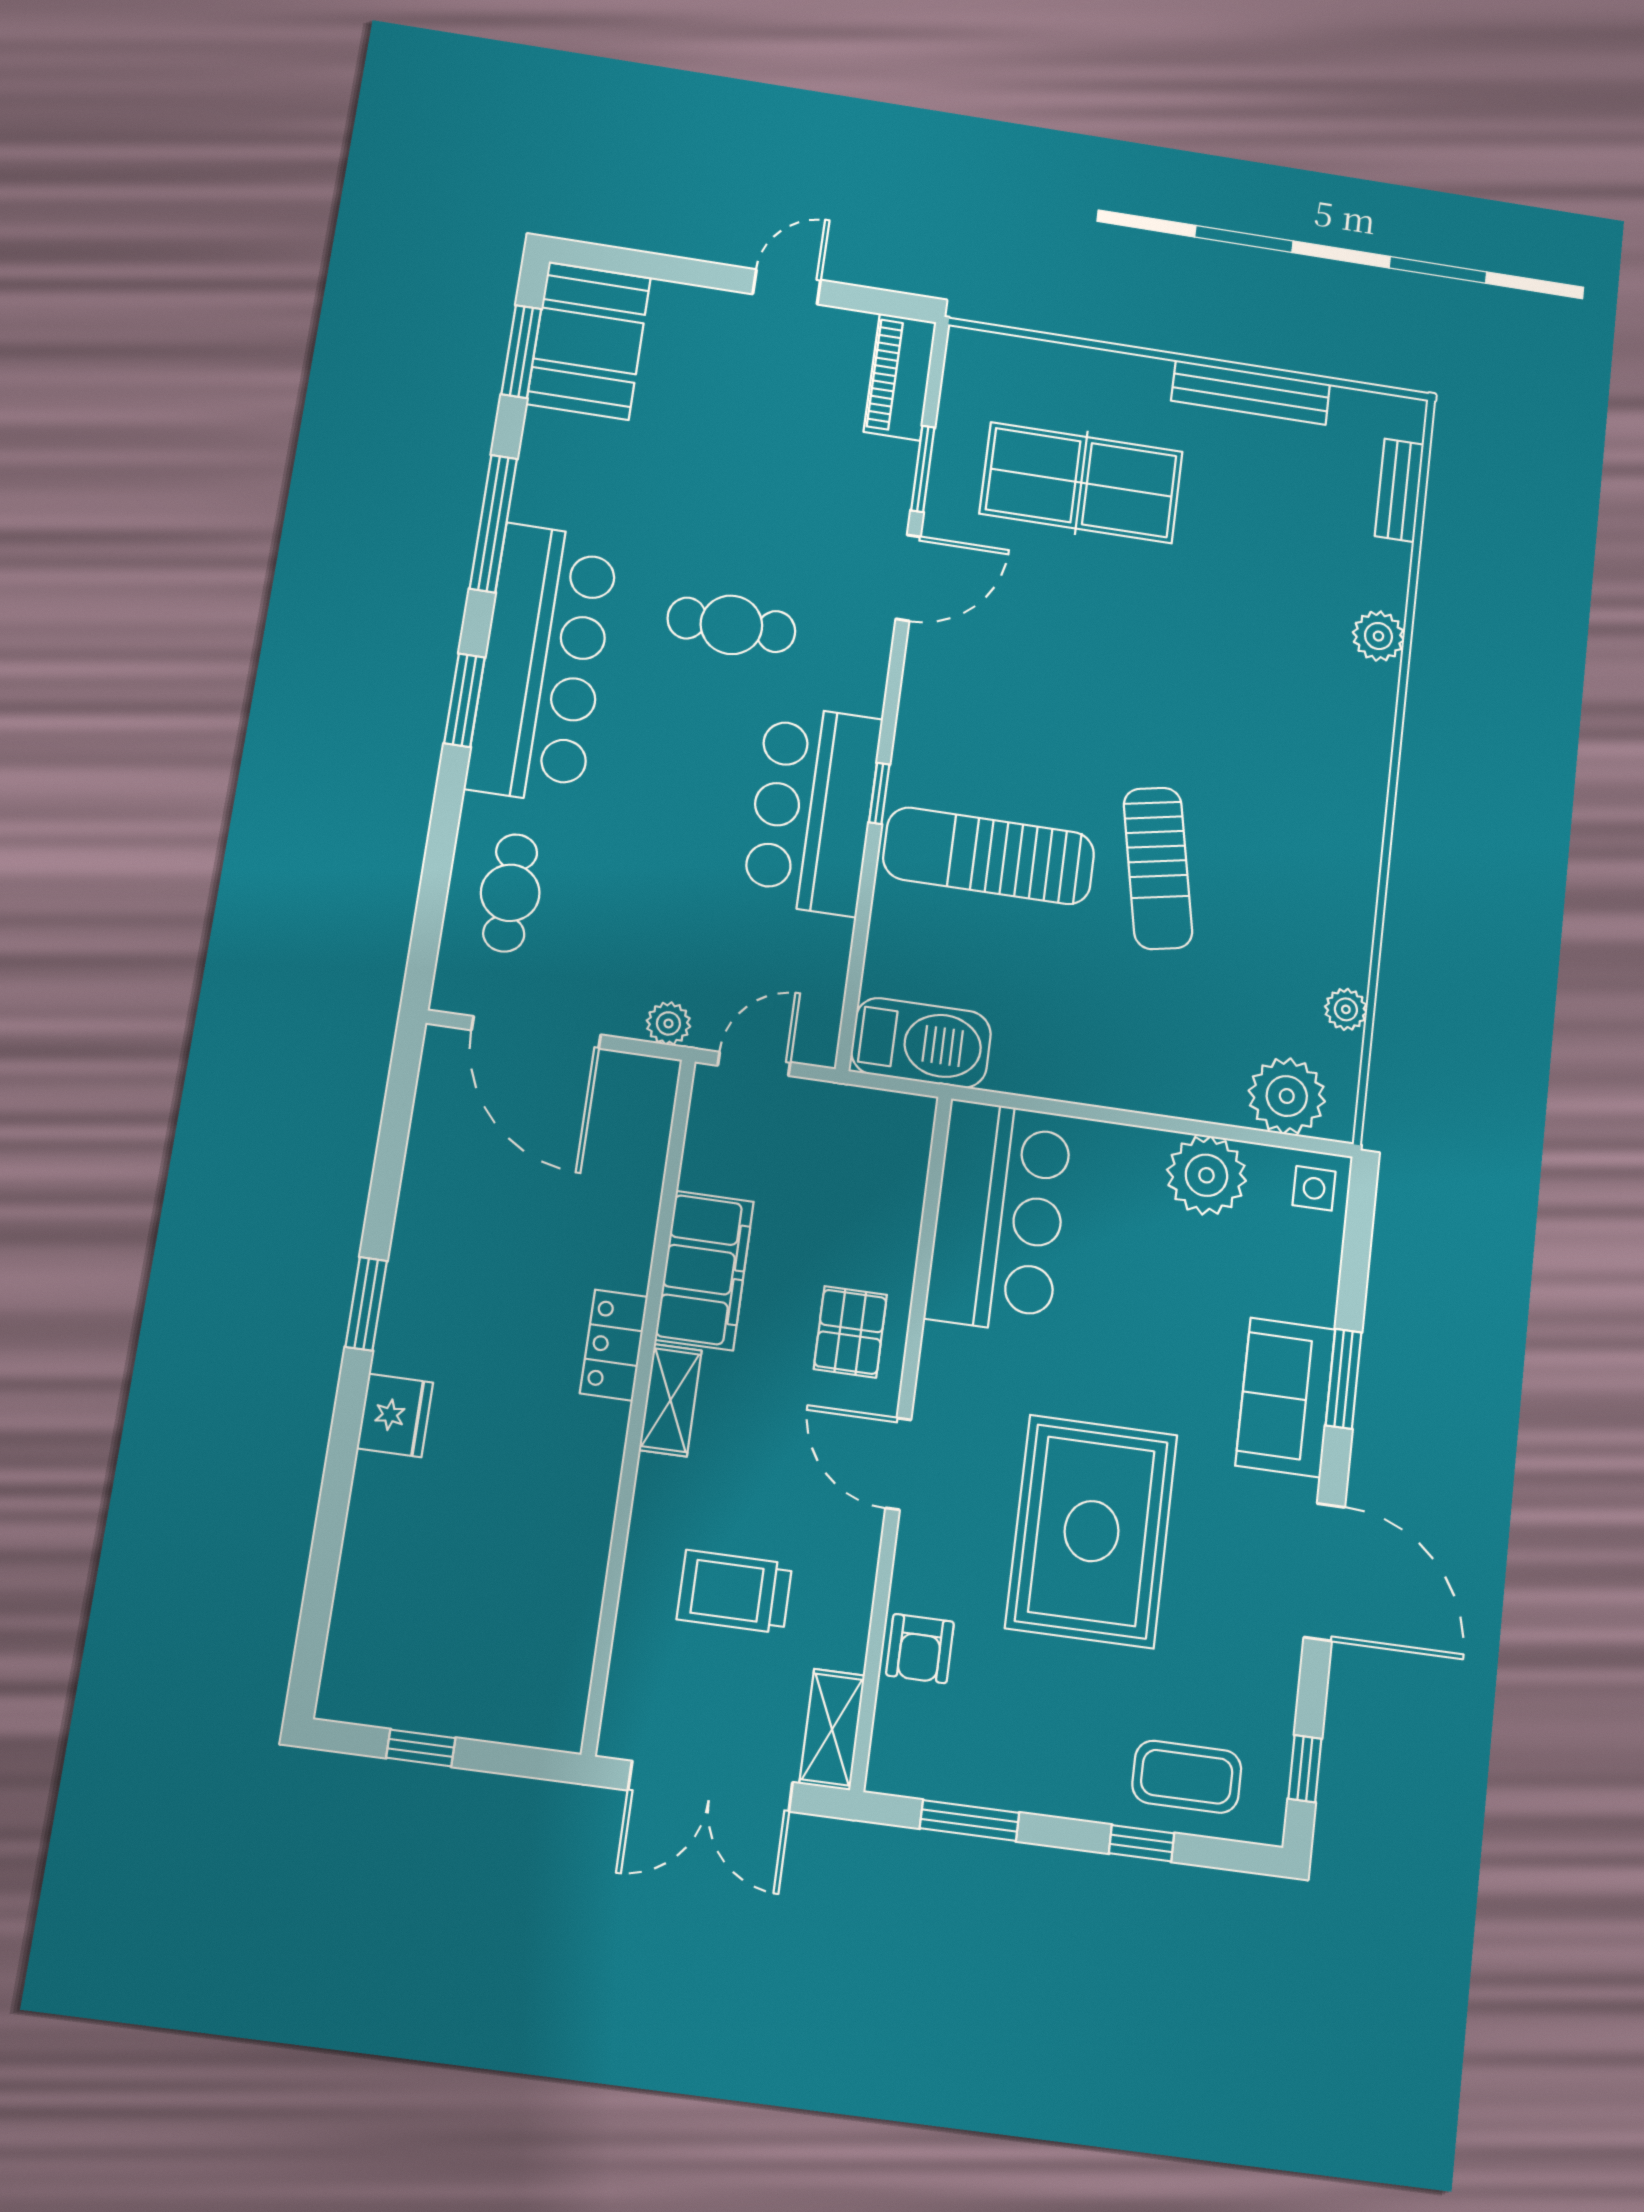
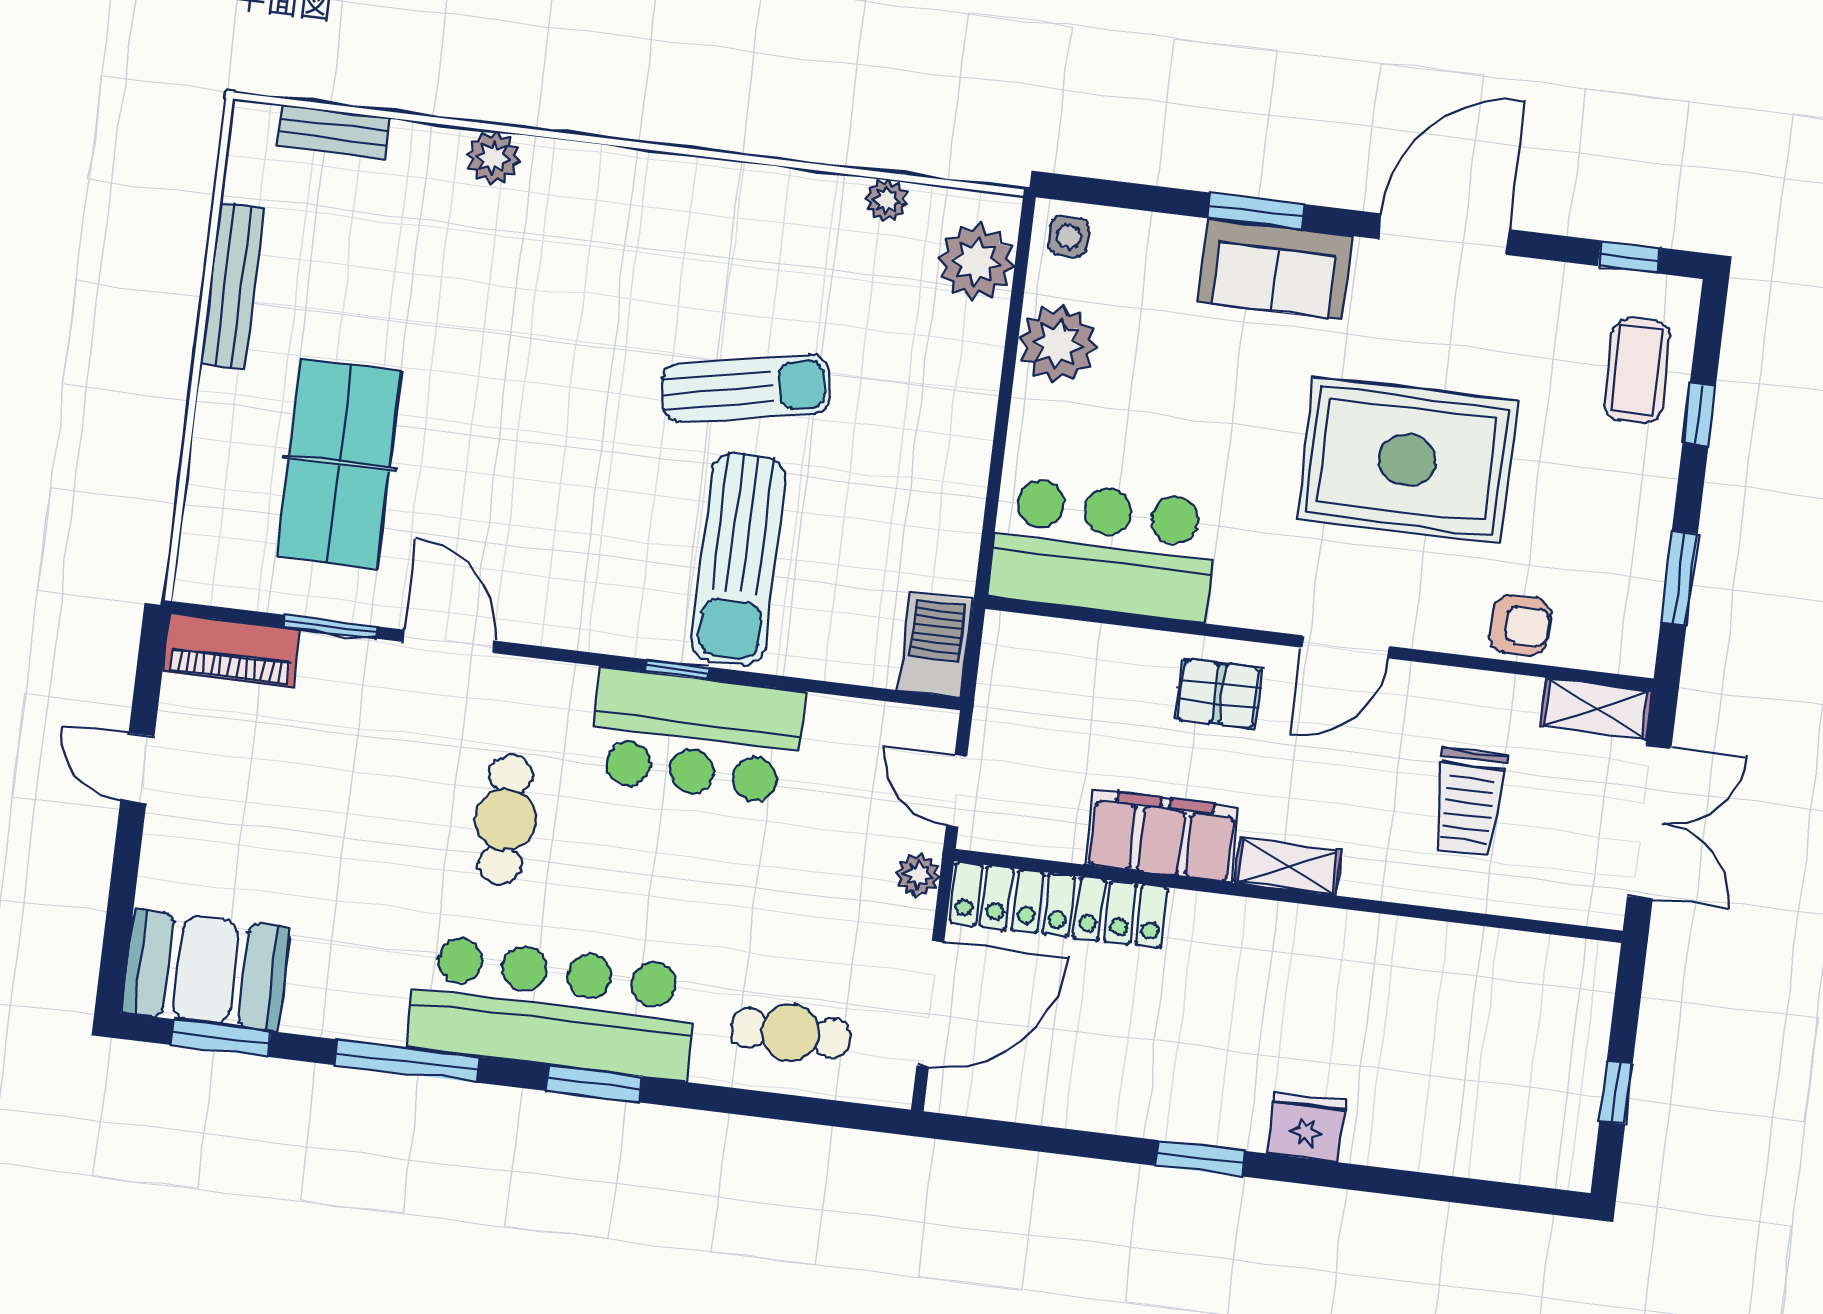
barbecue: (921, 1043) -> (936, 645), width x0.73, depth x0.83
locker: (614, 1345) -> (1059, 905), moved, width x2.16, depth x1.21

